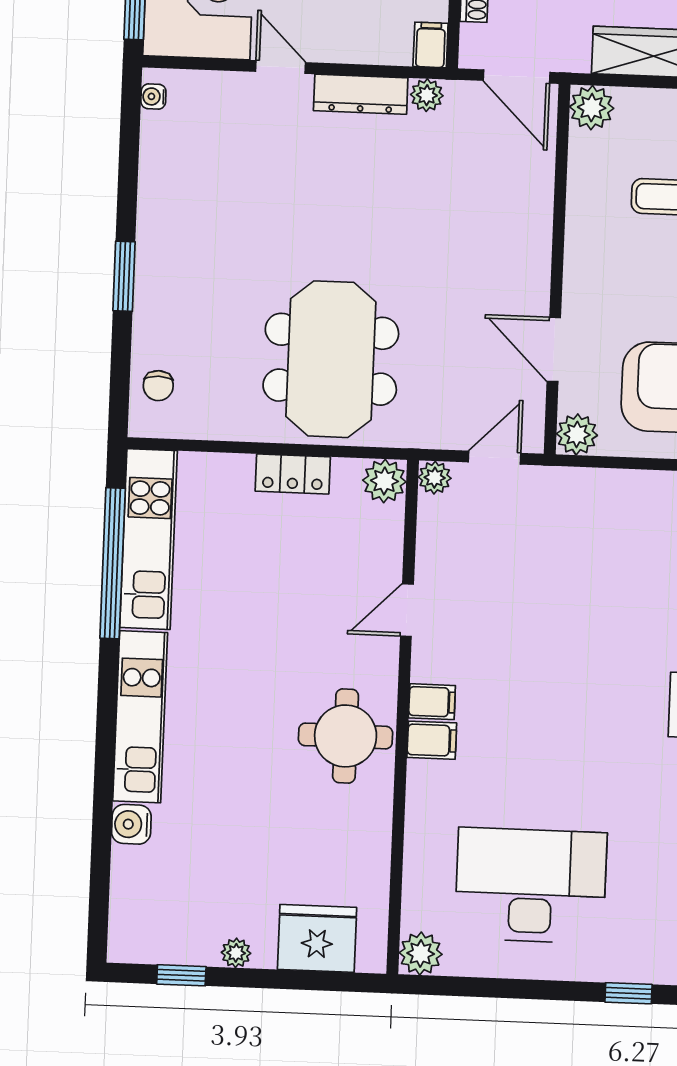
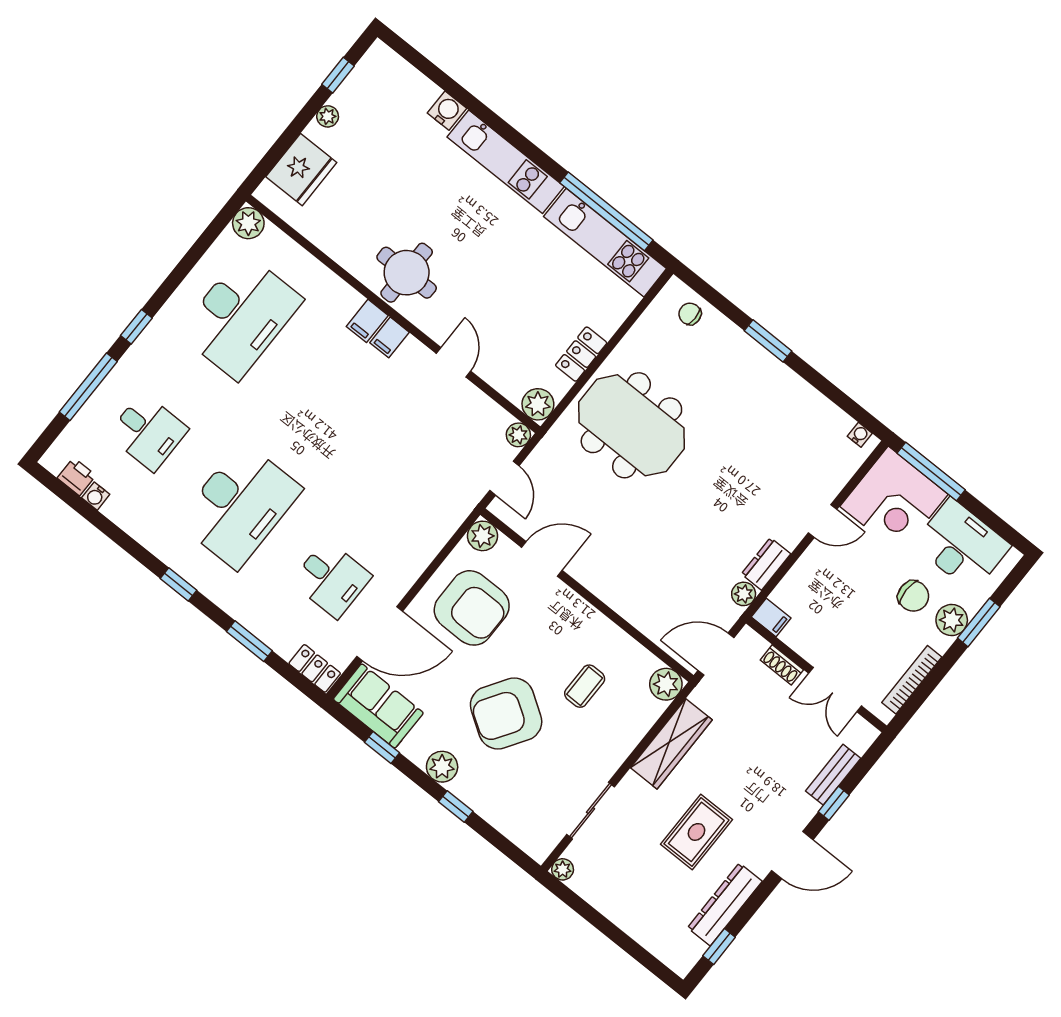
dresser: (361, 94) -> (766, 564), width x0.70

